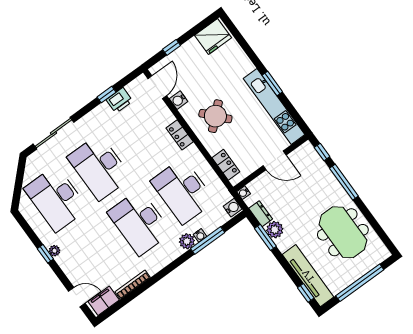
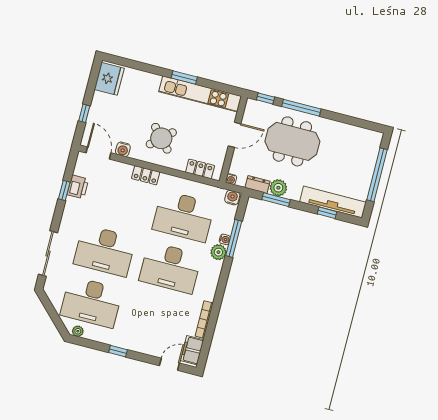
meeting table: (343, 232) -> (292, 141), moved
plant: (54, 251) -> (78, 331), moved
window: (306, 293) -> (327, 213), moved

